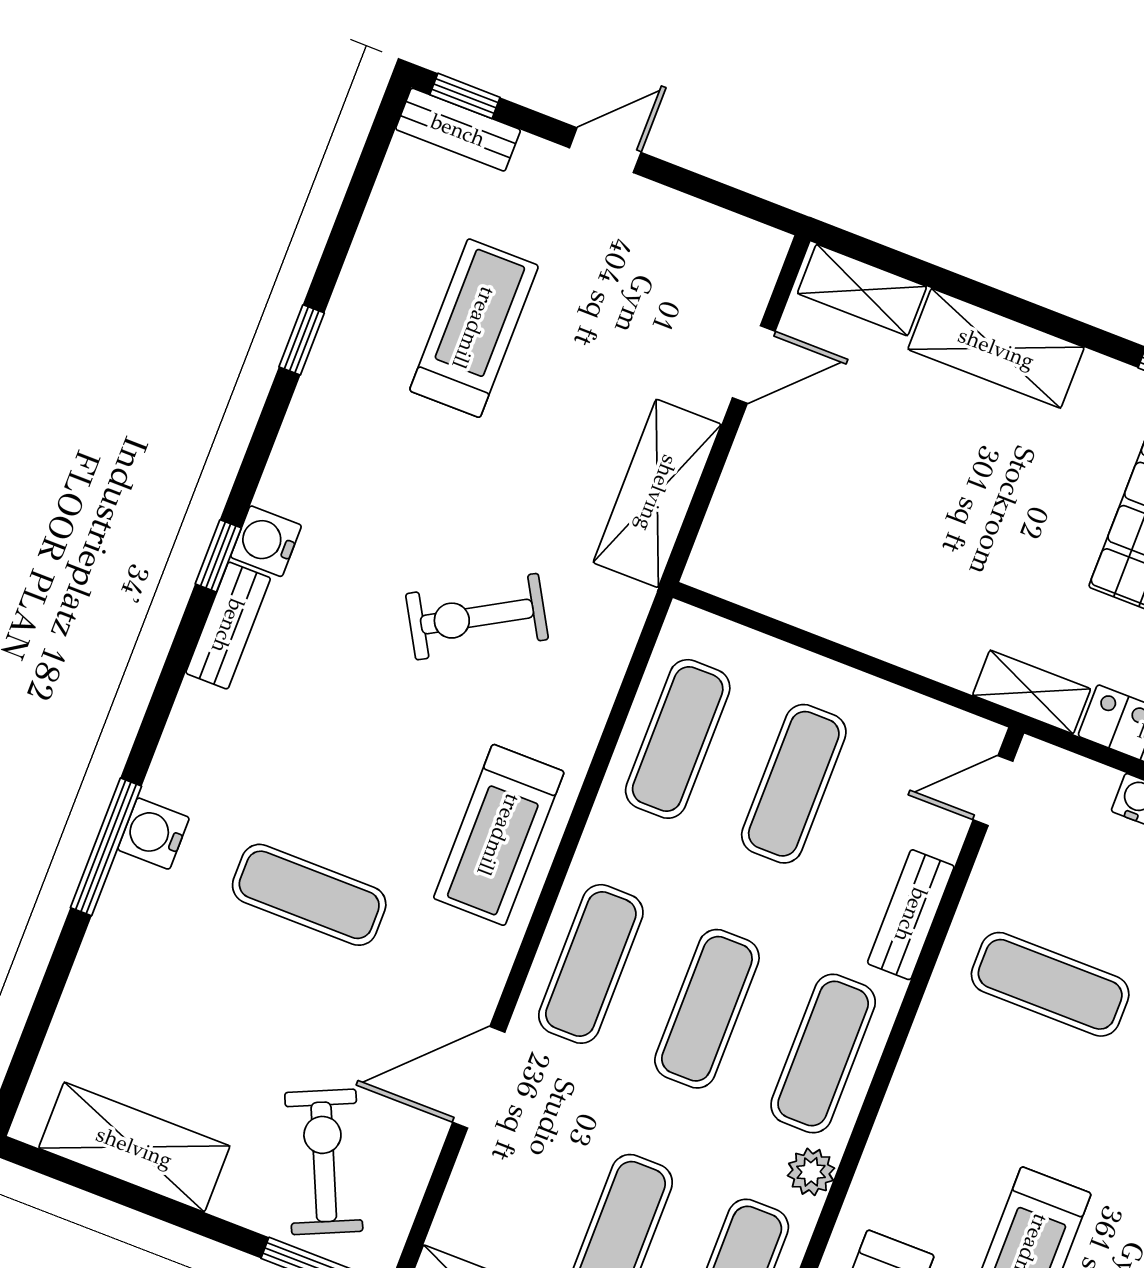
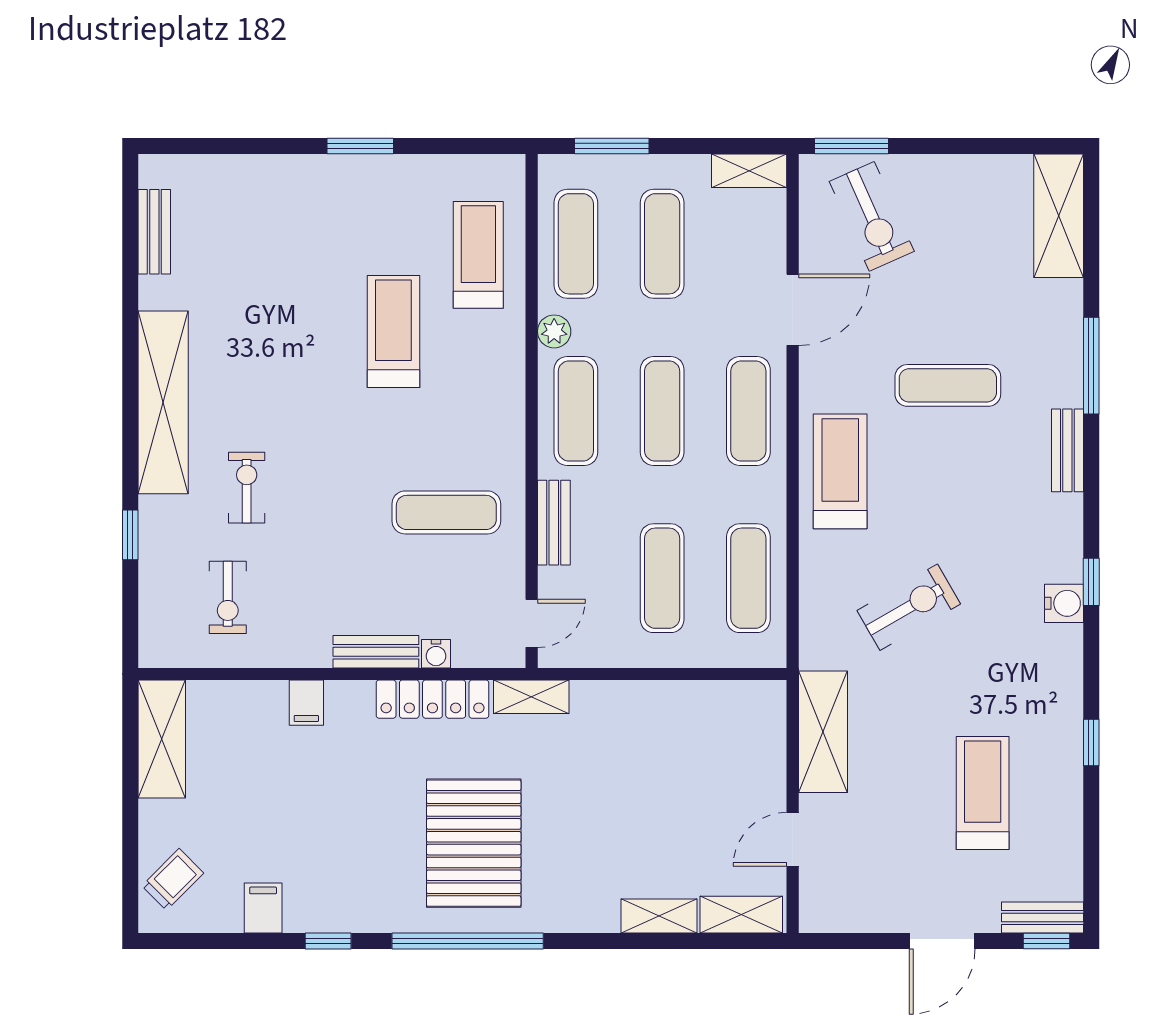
door: (605, 150) -> (942, 941), width x1.37
treadmill: (474, 328) -> (983, 793), turned 180
shelving: (996, 348) -> (659, 916), width x0.67, depth x0.75
bench: (228, 626) -> (1067, 450), moved
water cooler: (153, 834) -> (1064, 386), removed
shelving: (134, 1147) -> (1059, 216), moved, turned 90

